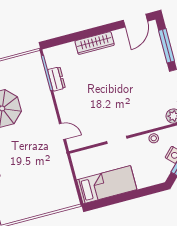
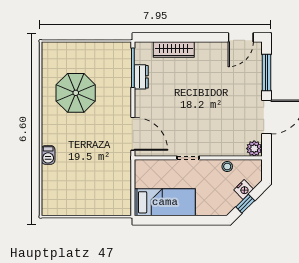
wardrobe: (95, 43) -> (174, 50), moved
door: (62, 131) -> (133, 134), width x1.88

